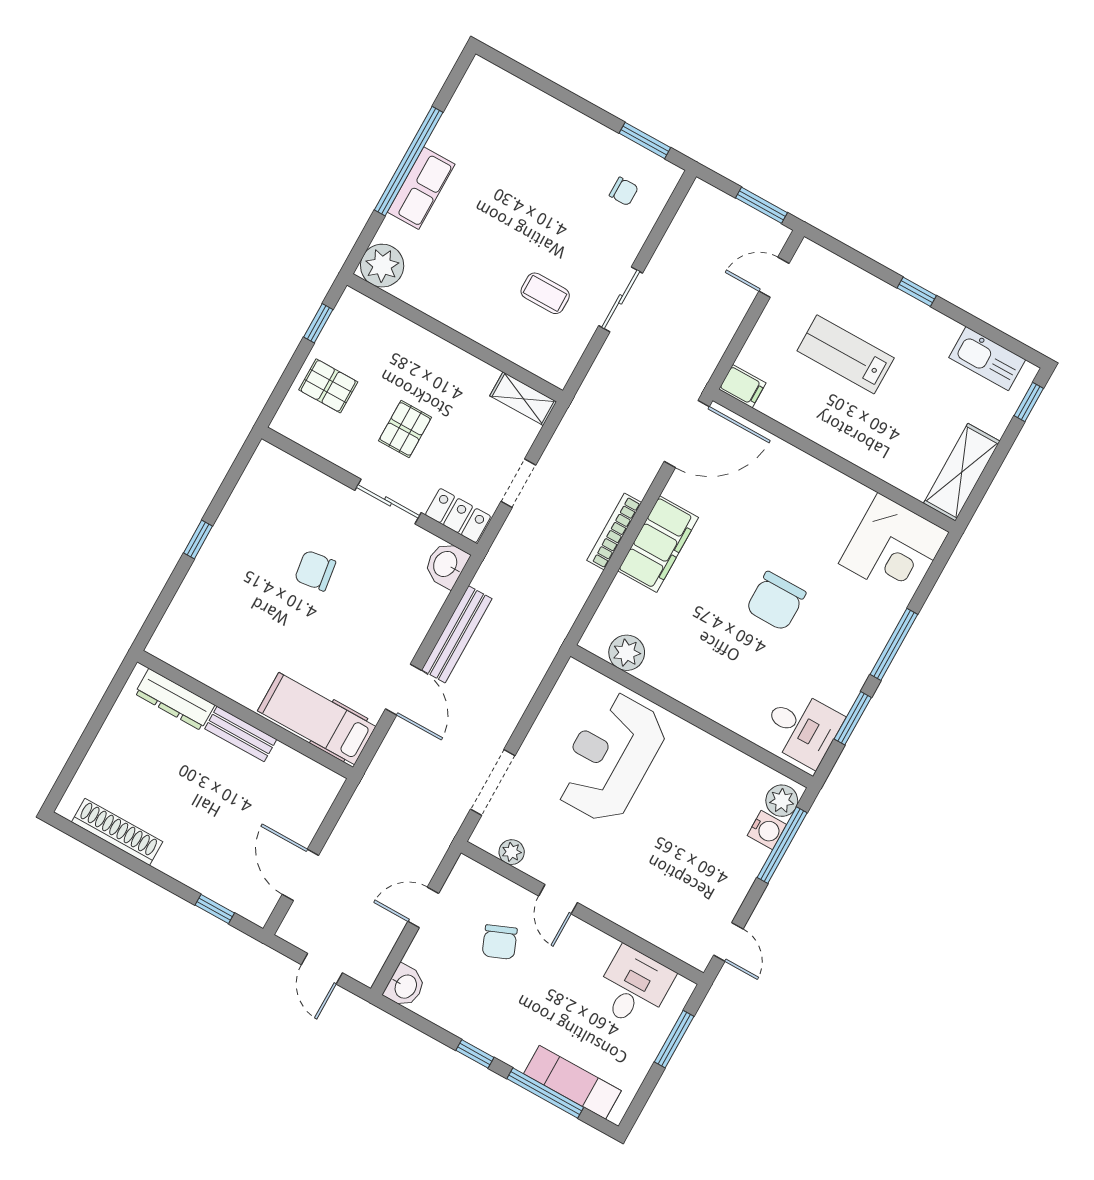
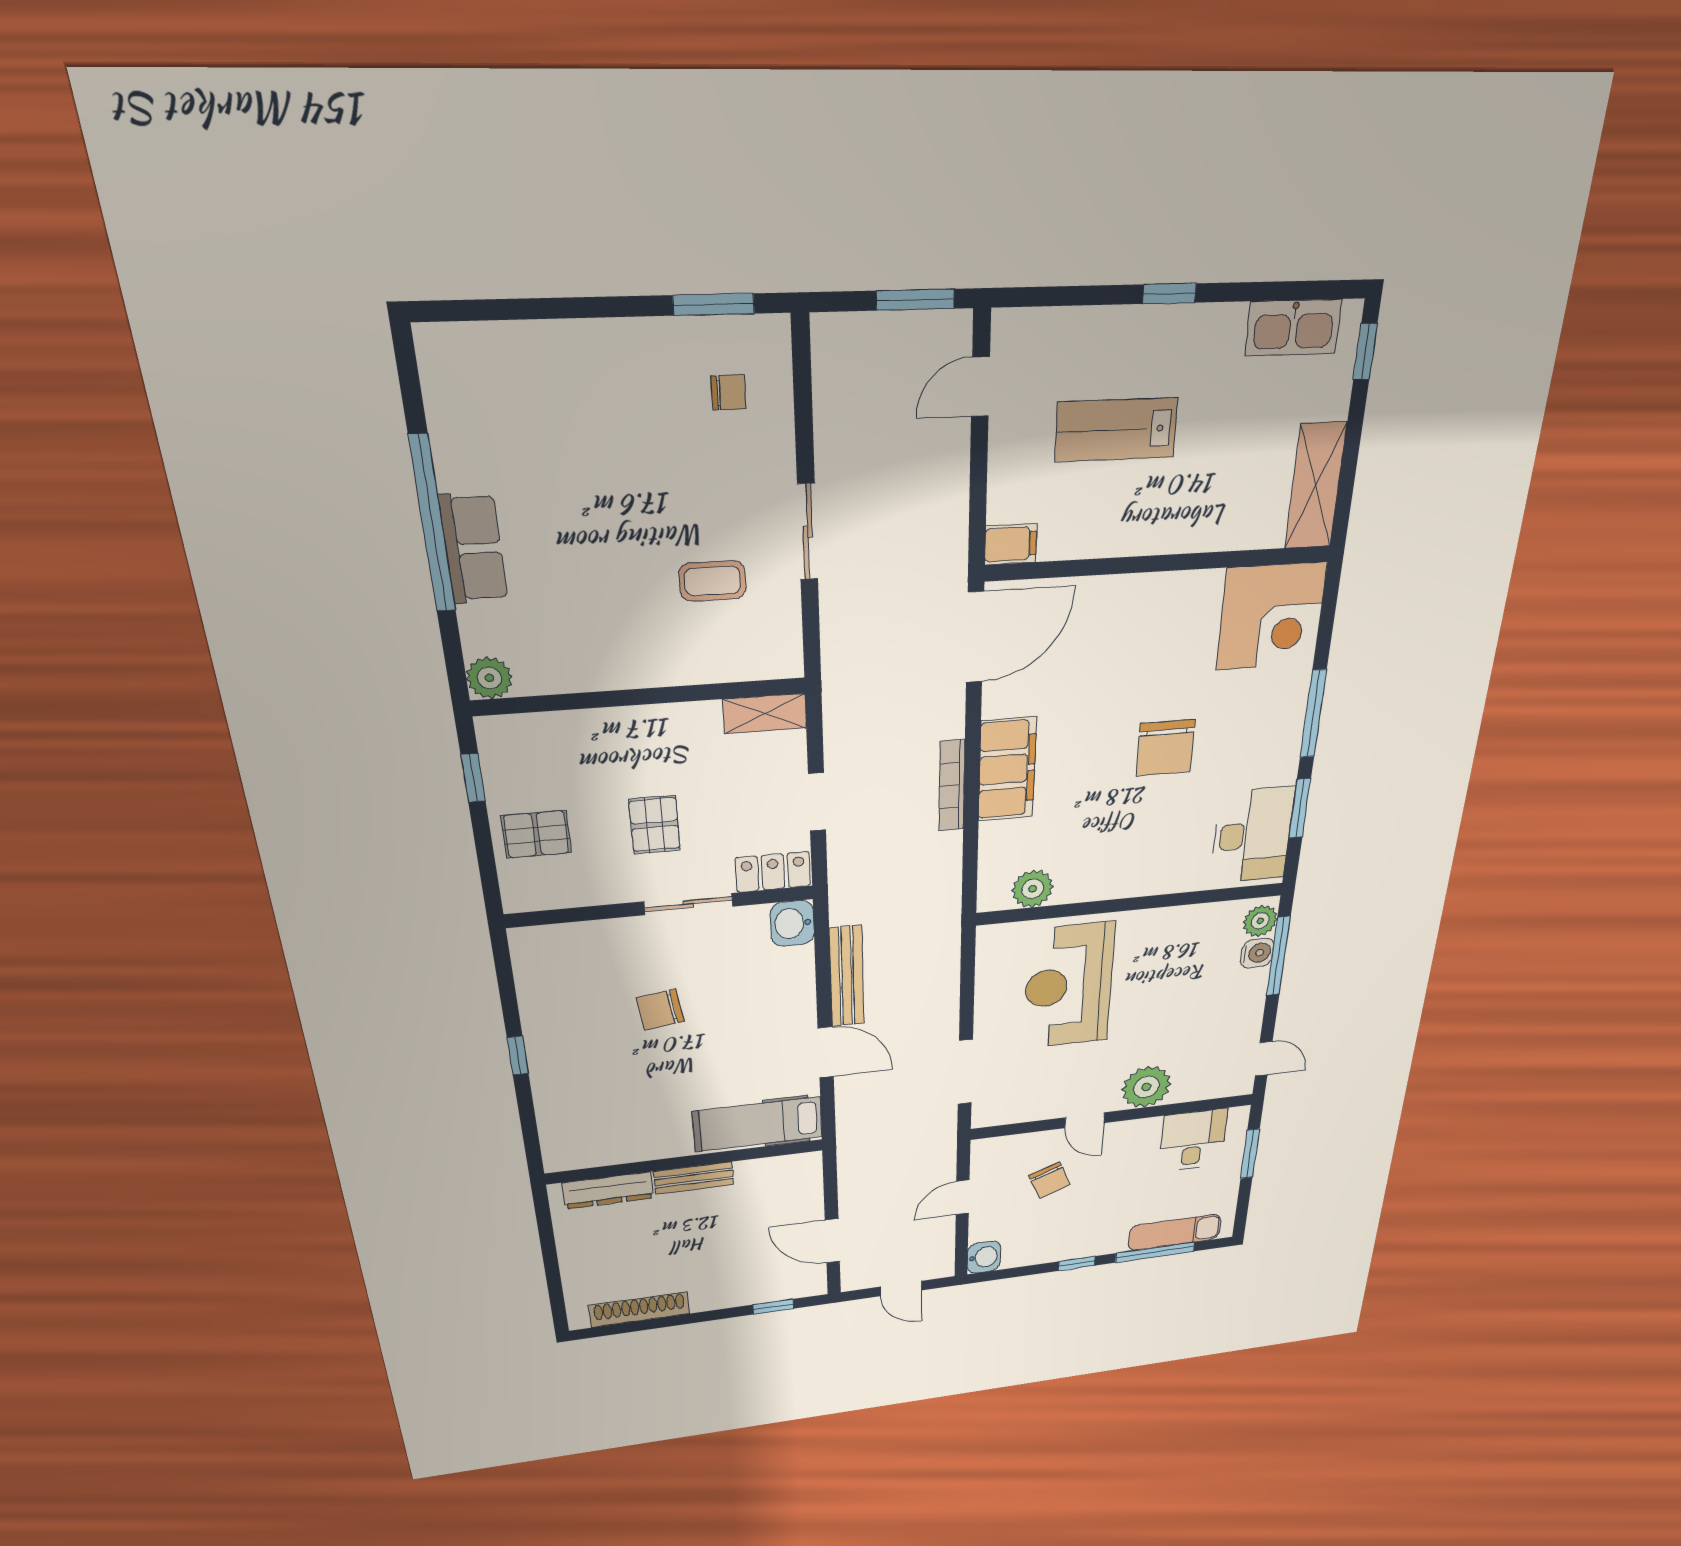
plant: (382, 266) -> (489, 678), width x0.73, depth x0.73
desk: (802, 728) -> (1252, 835), width x1.37
plant: (512, 852) -> (1146, 1087), moved, width x1.88, depth x1.88

